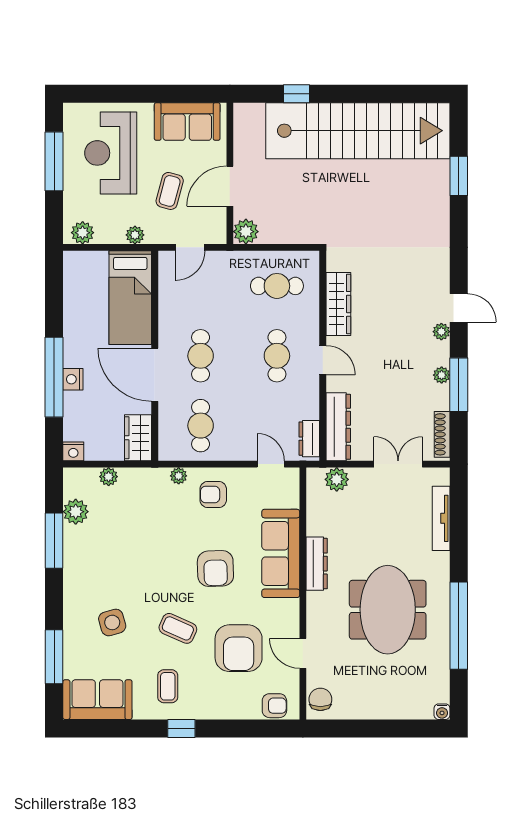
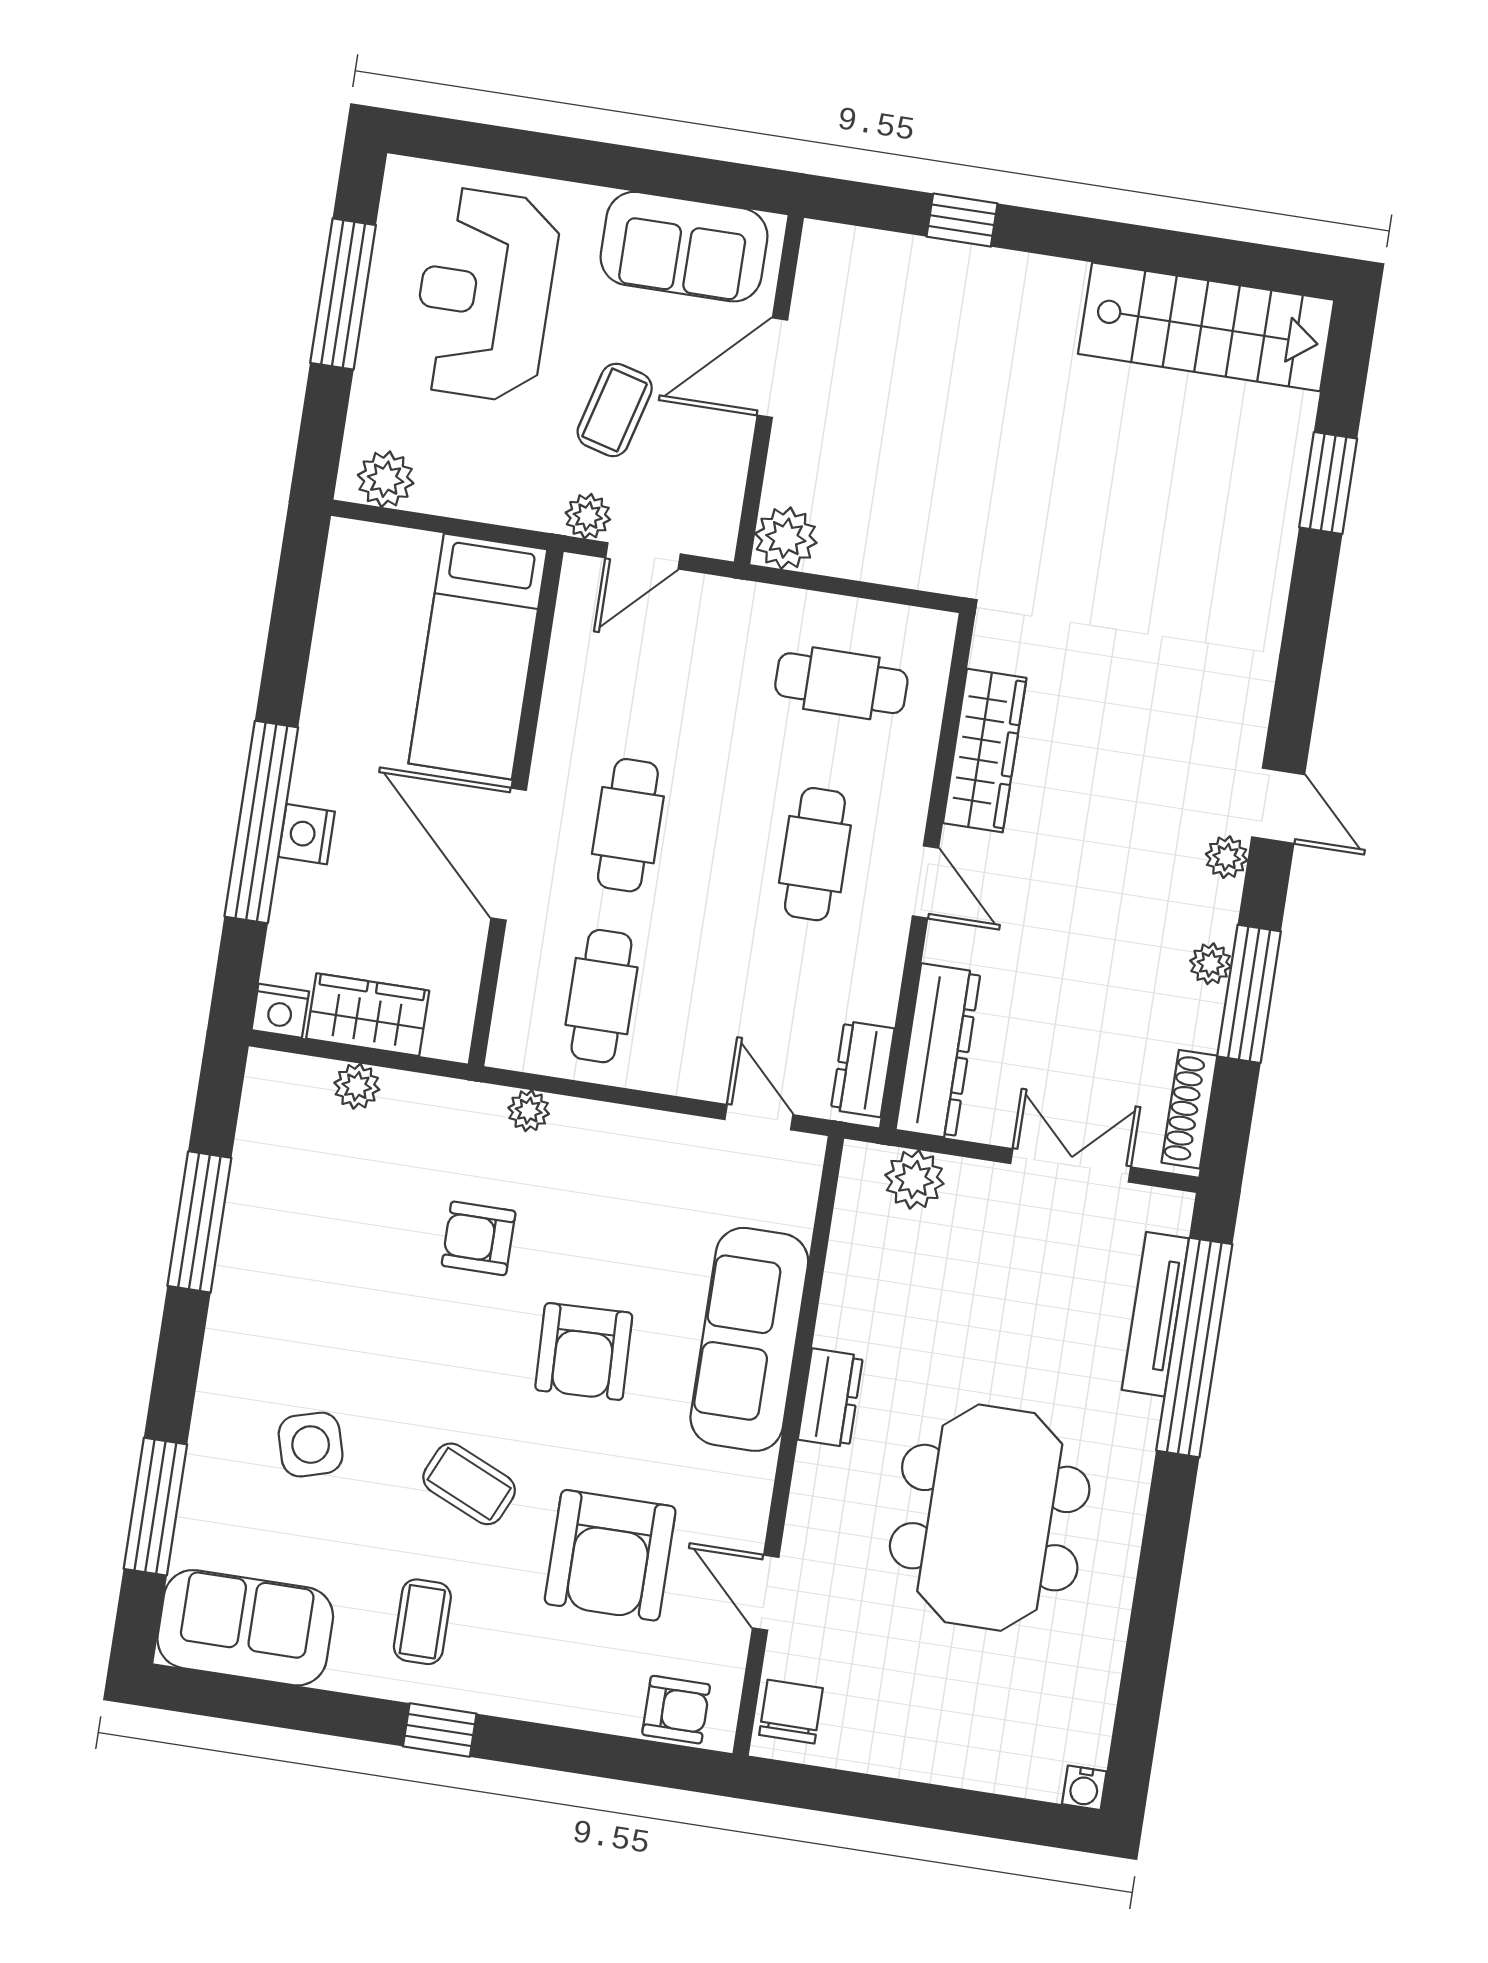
stairs: (358, 131) -> (1206, 327), width x0.54, depth x0.66
door: (230, 186) -> (772, 368), moved
plant: (135, 235) -> (588, 516), moved
wardrobe: (138, 438) -> (368, 1015), moved, turned 90
armchair: (213, 495) -> (479, 1238), moved
plant: (76, 512) -> (263, 1159), removed
dresser: (317, 564) -> (830, 1398), width x0.70
window: (459, 626) -> (1194, 1347), moved

